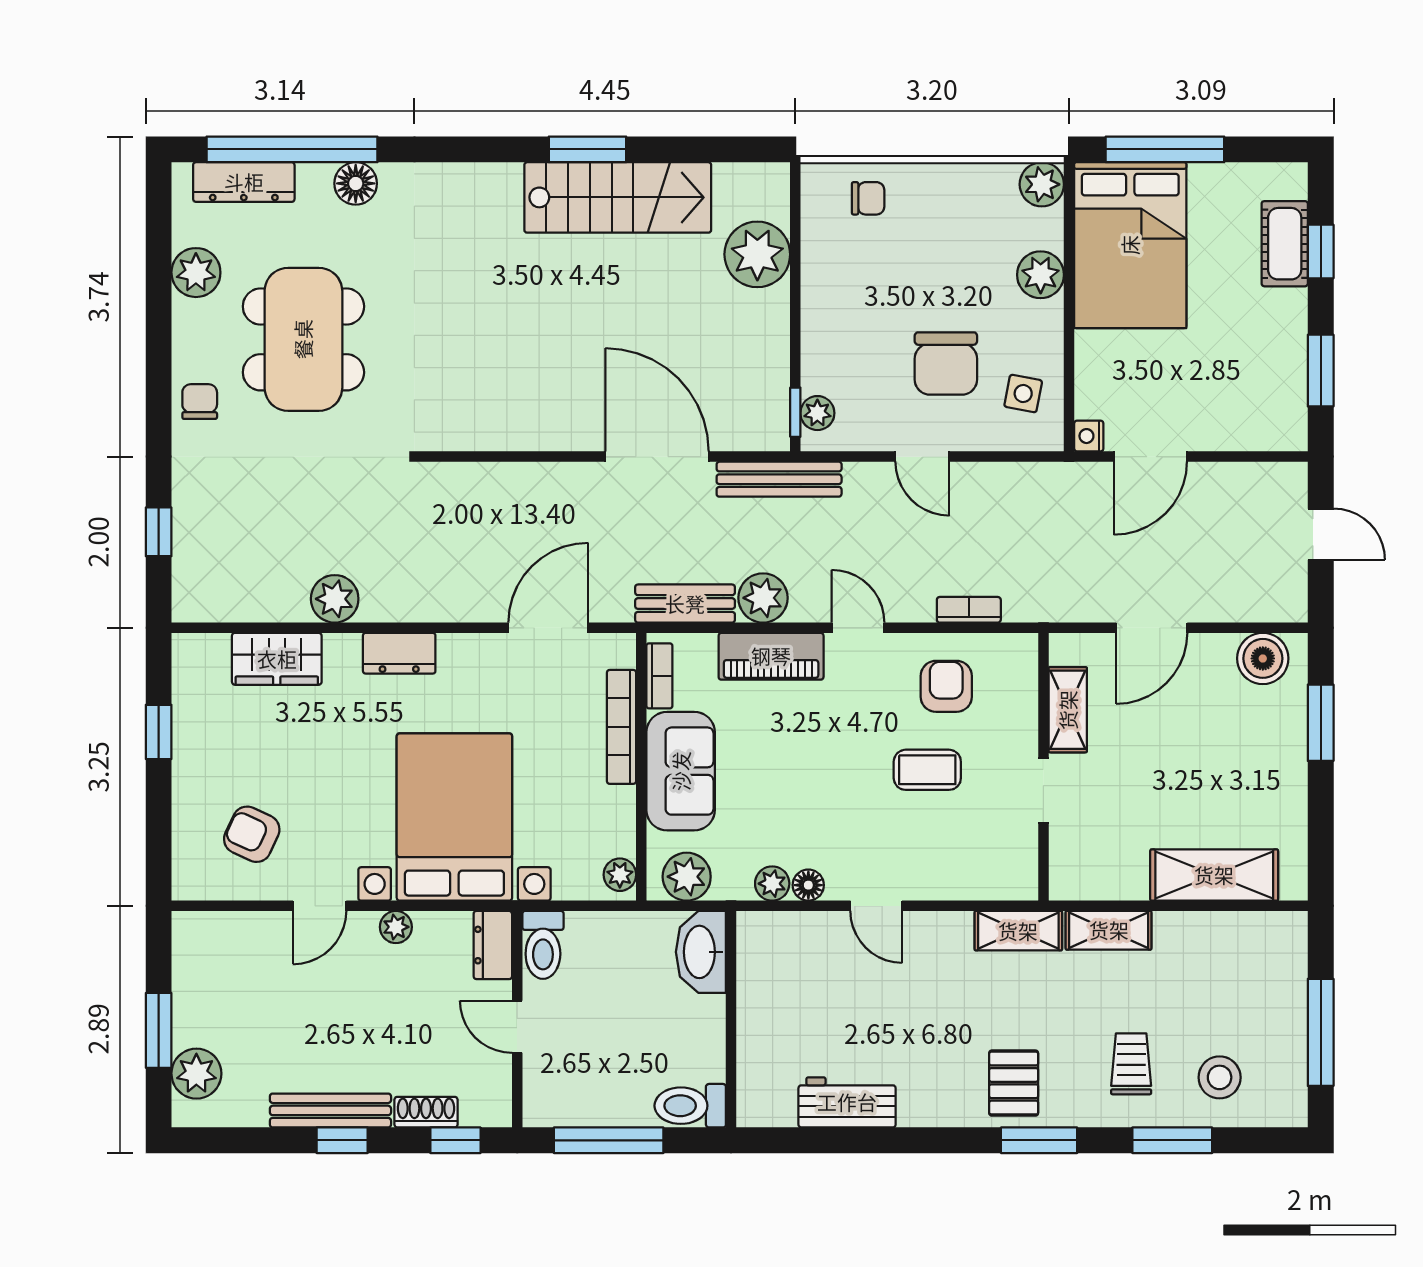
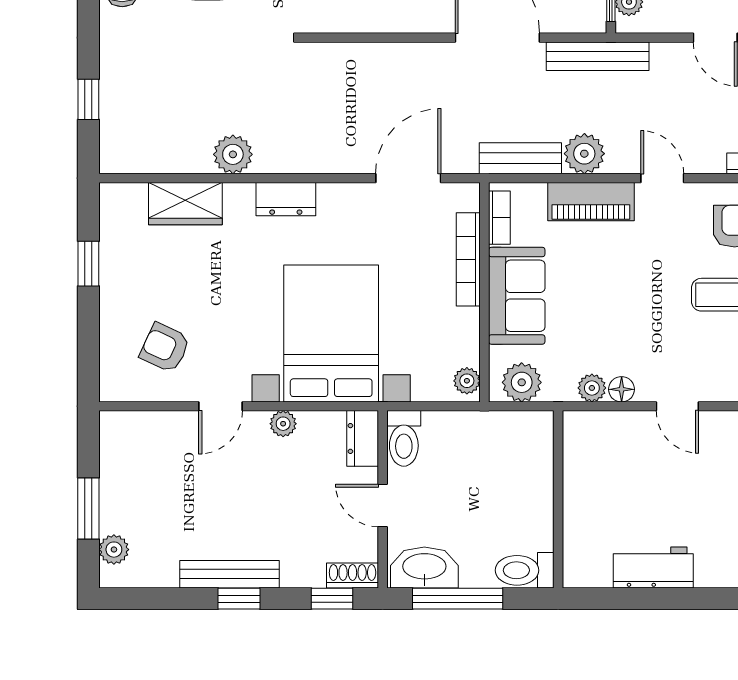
washbasin: (701, 952) -> (424, 568), moved, turned 90
plant: (196, 1074) -> (114, 550), width x0.73, depth x0.73
shoe rack: (426, 1112) -> (353, 576), moved

